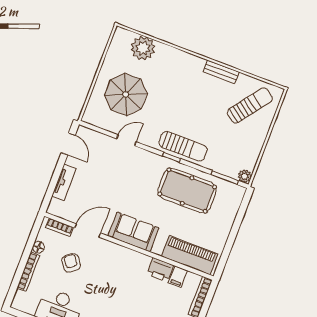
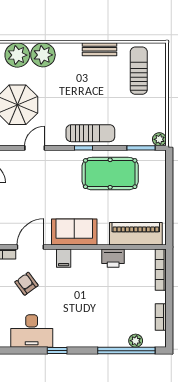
plant: (167, 57) -> (43, 55), added
sun lounger: (250, 105) -> (139, 71), turned -37
filing cabinet: (178, 277) -> (64, 258), moved

